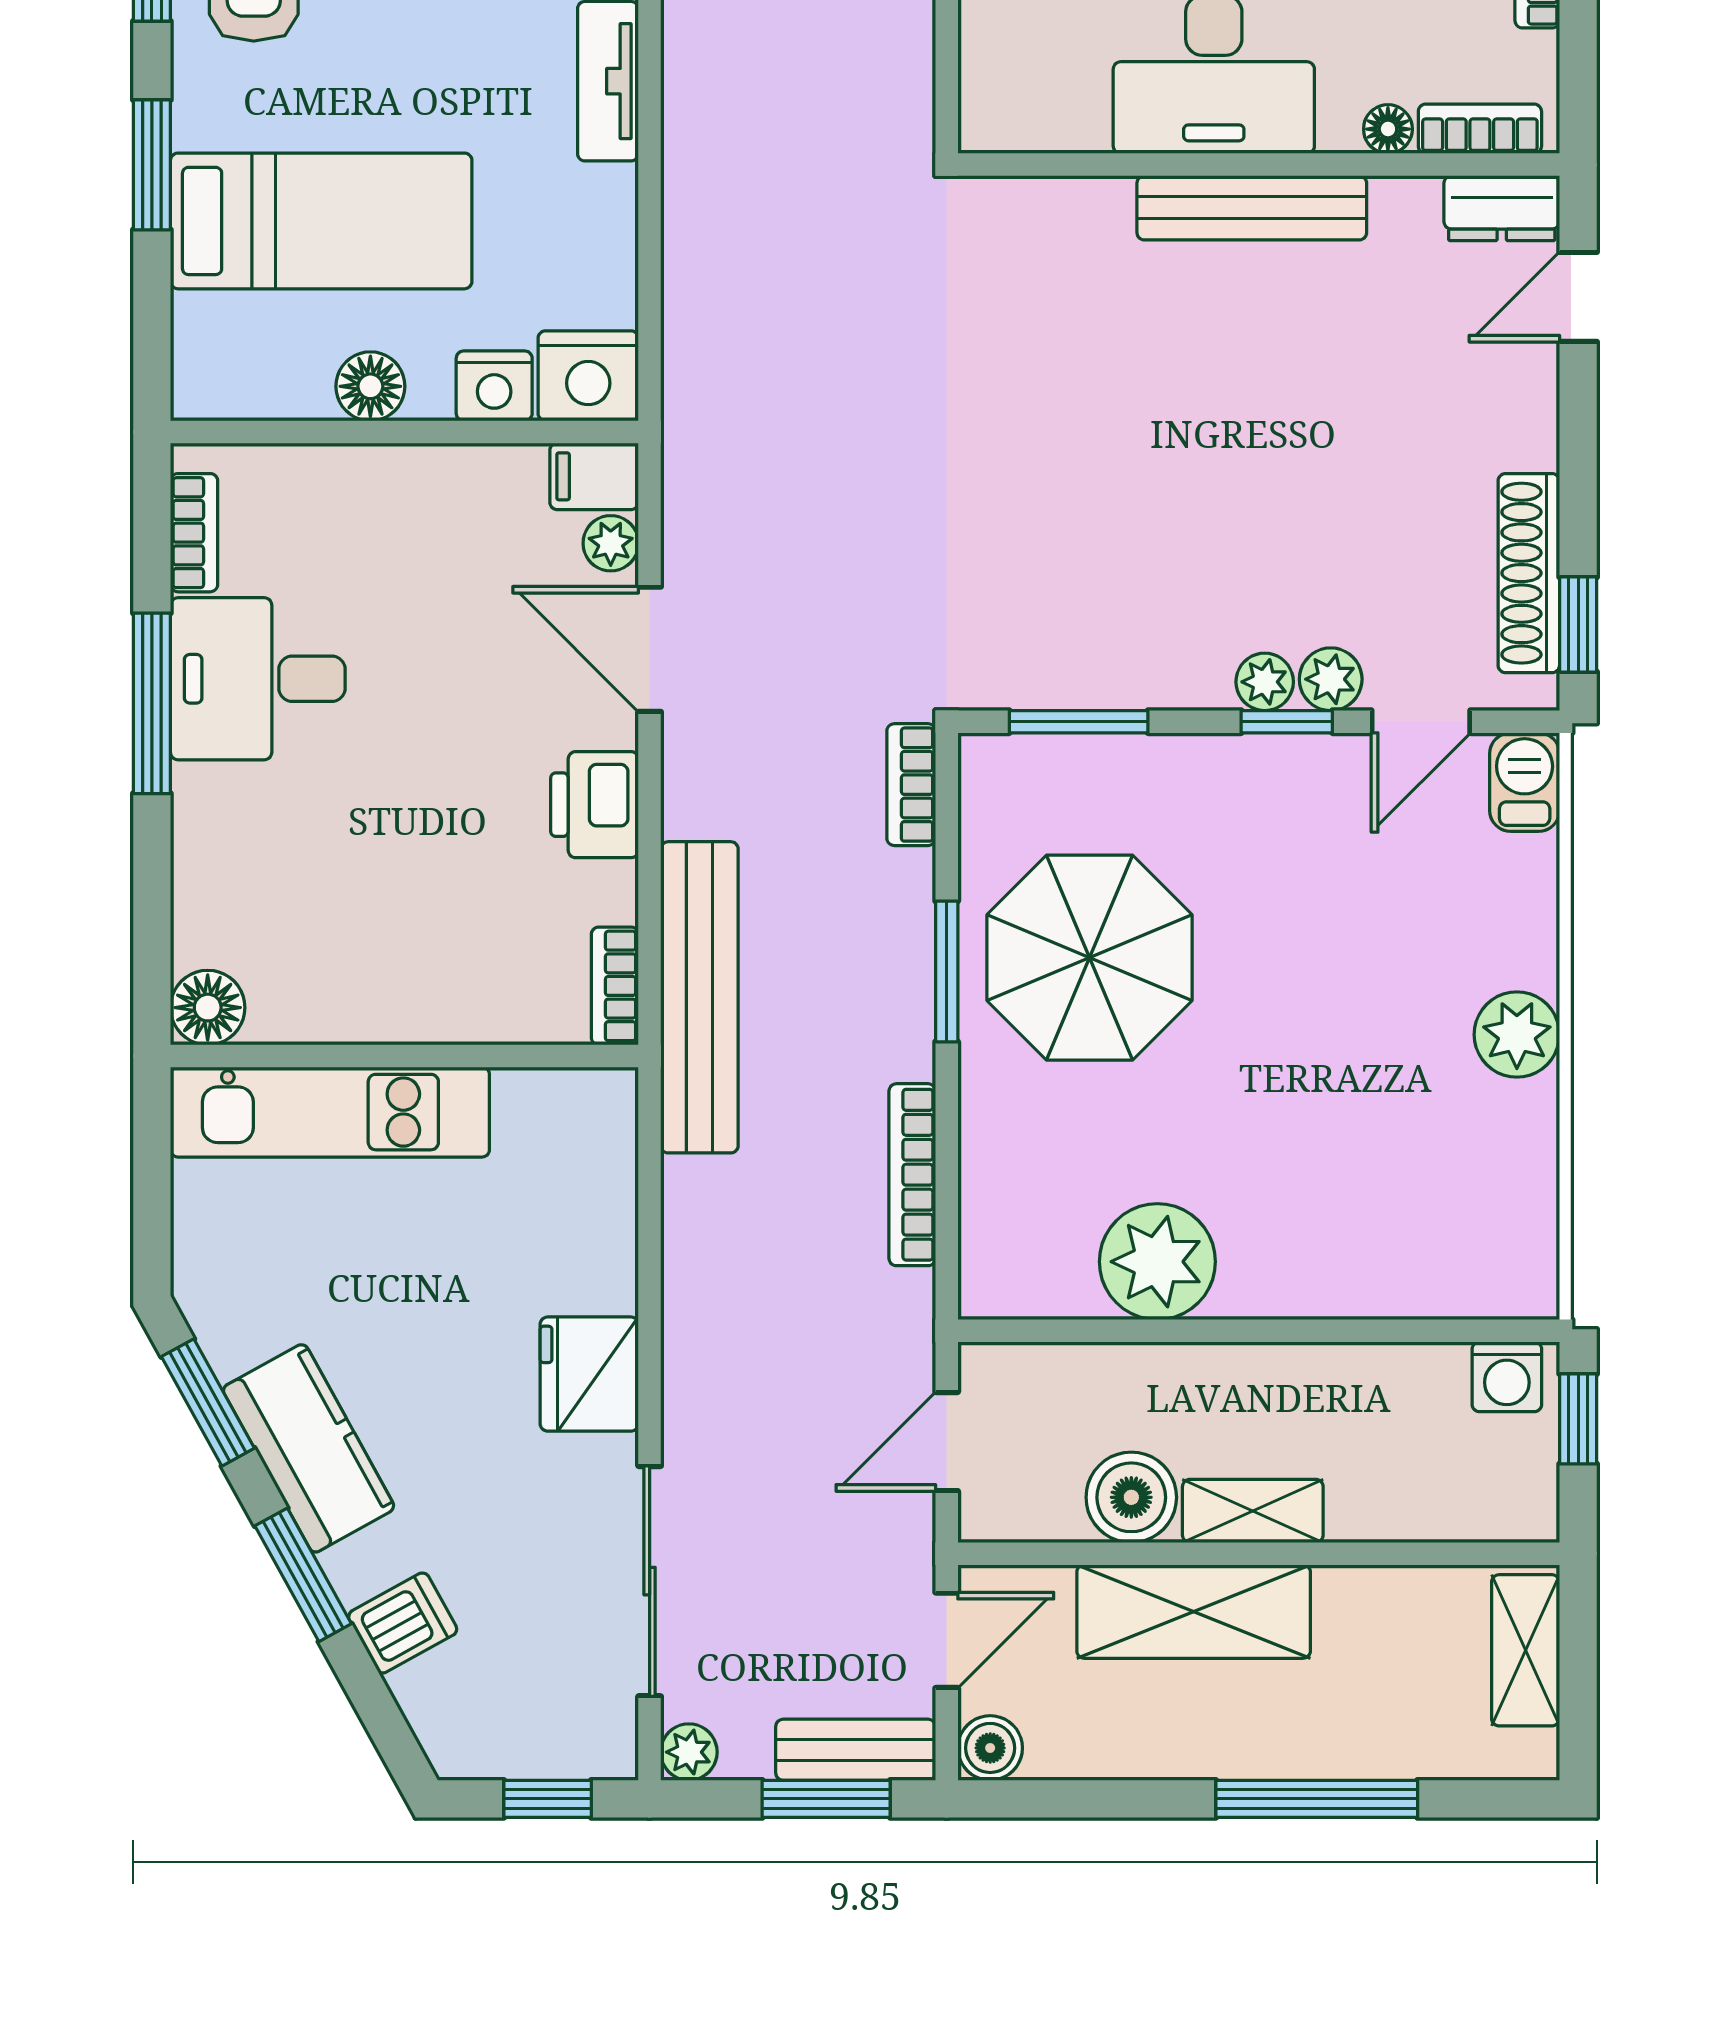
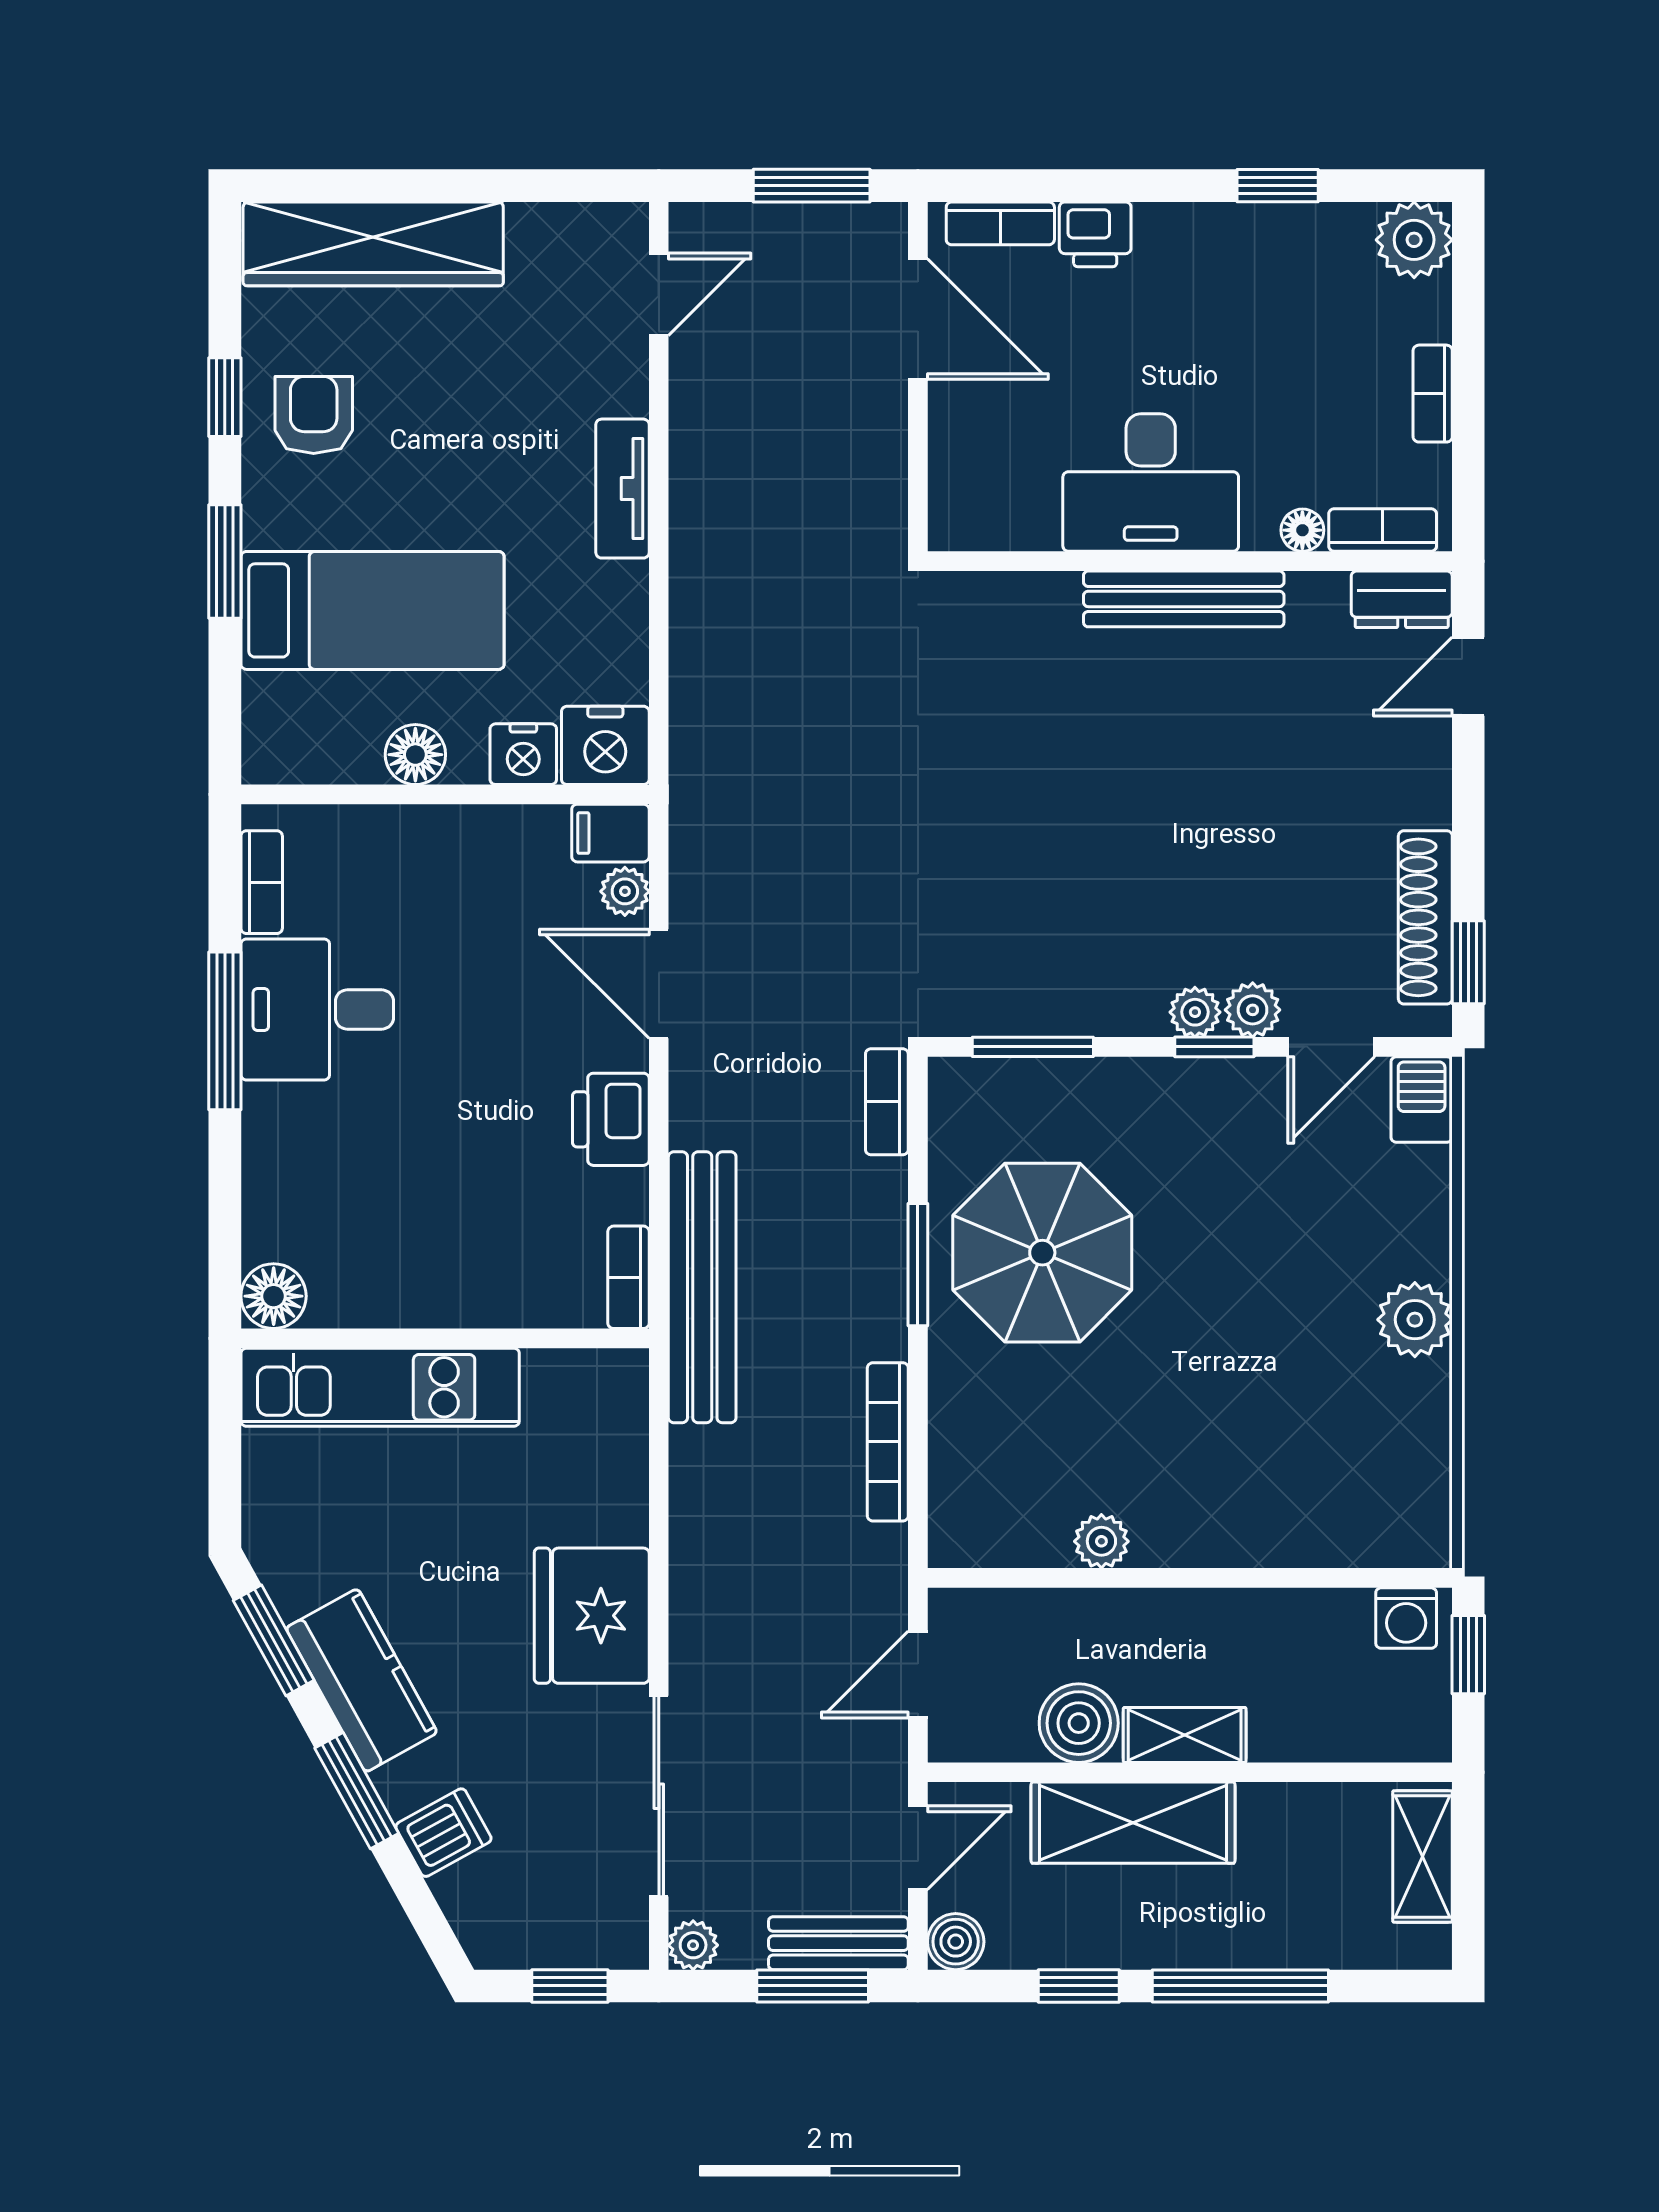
plant: (1157, 1262) -> (1101, 1541), width x0.53, depth x0.53
fridge: (589, 1374) -> (592, 1616), width x1.36, depth x1.34
window: (1131, 1799) -> (1079, 1986), added

